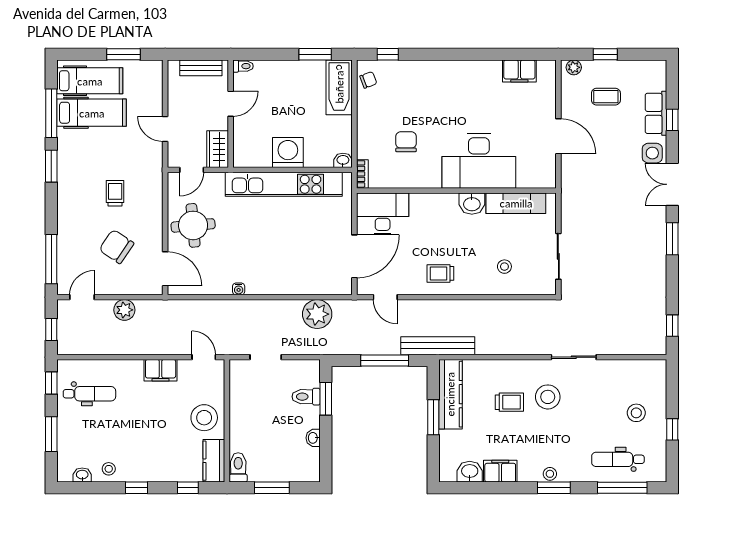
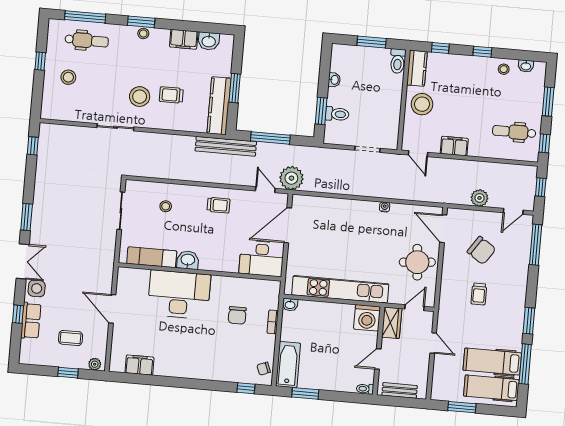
washing machine: (288, 152) -> (367, 318), moved
bookcase: (362, 174) -> (273, 322), moved
plant: (317, 314) -> (291, 178), moved

